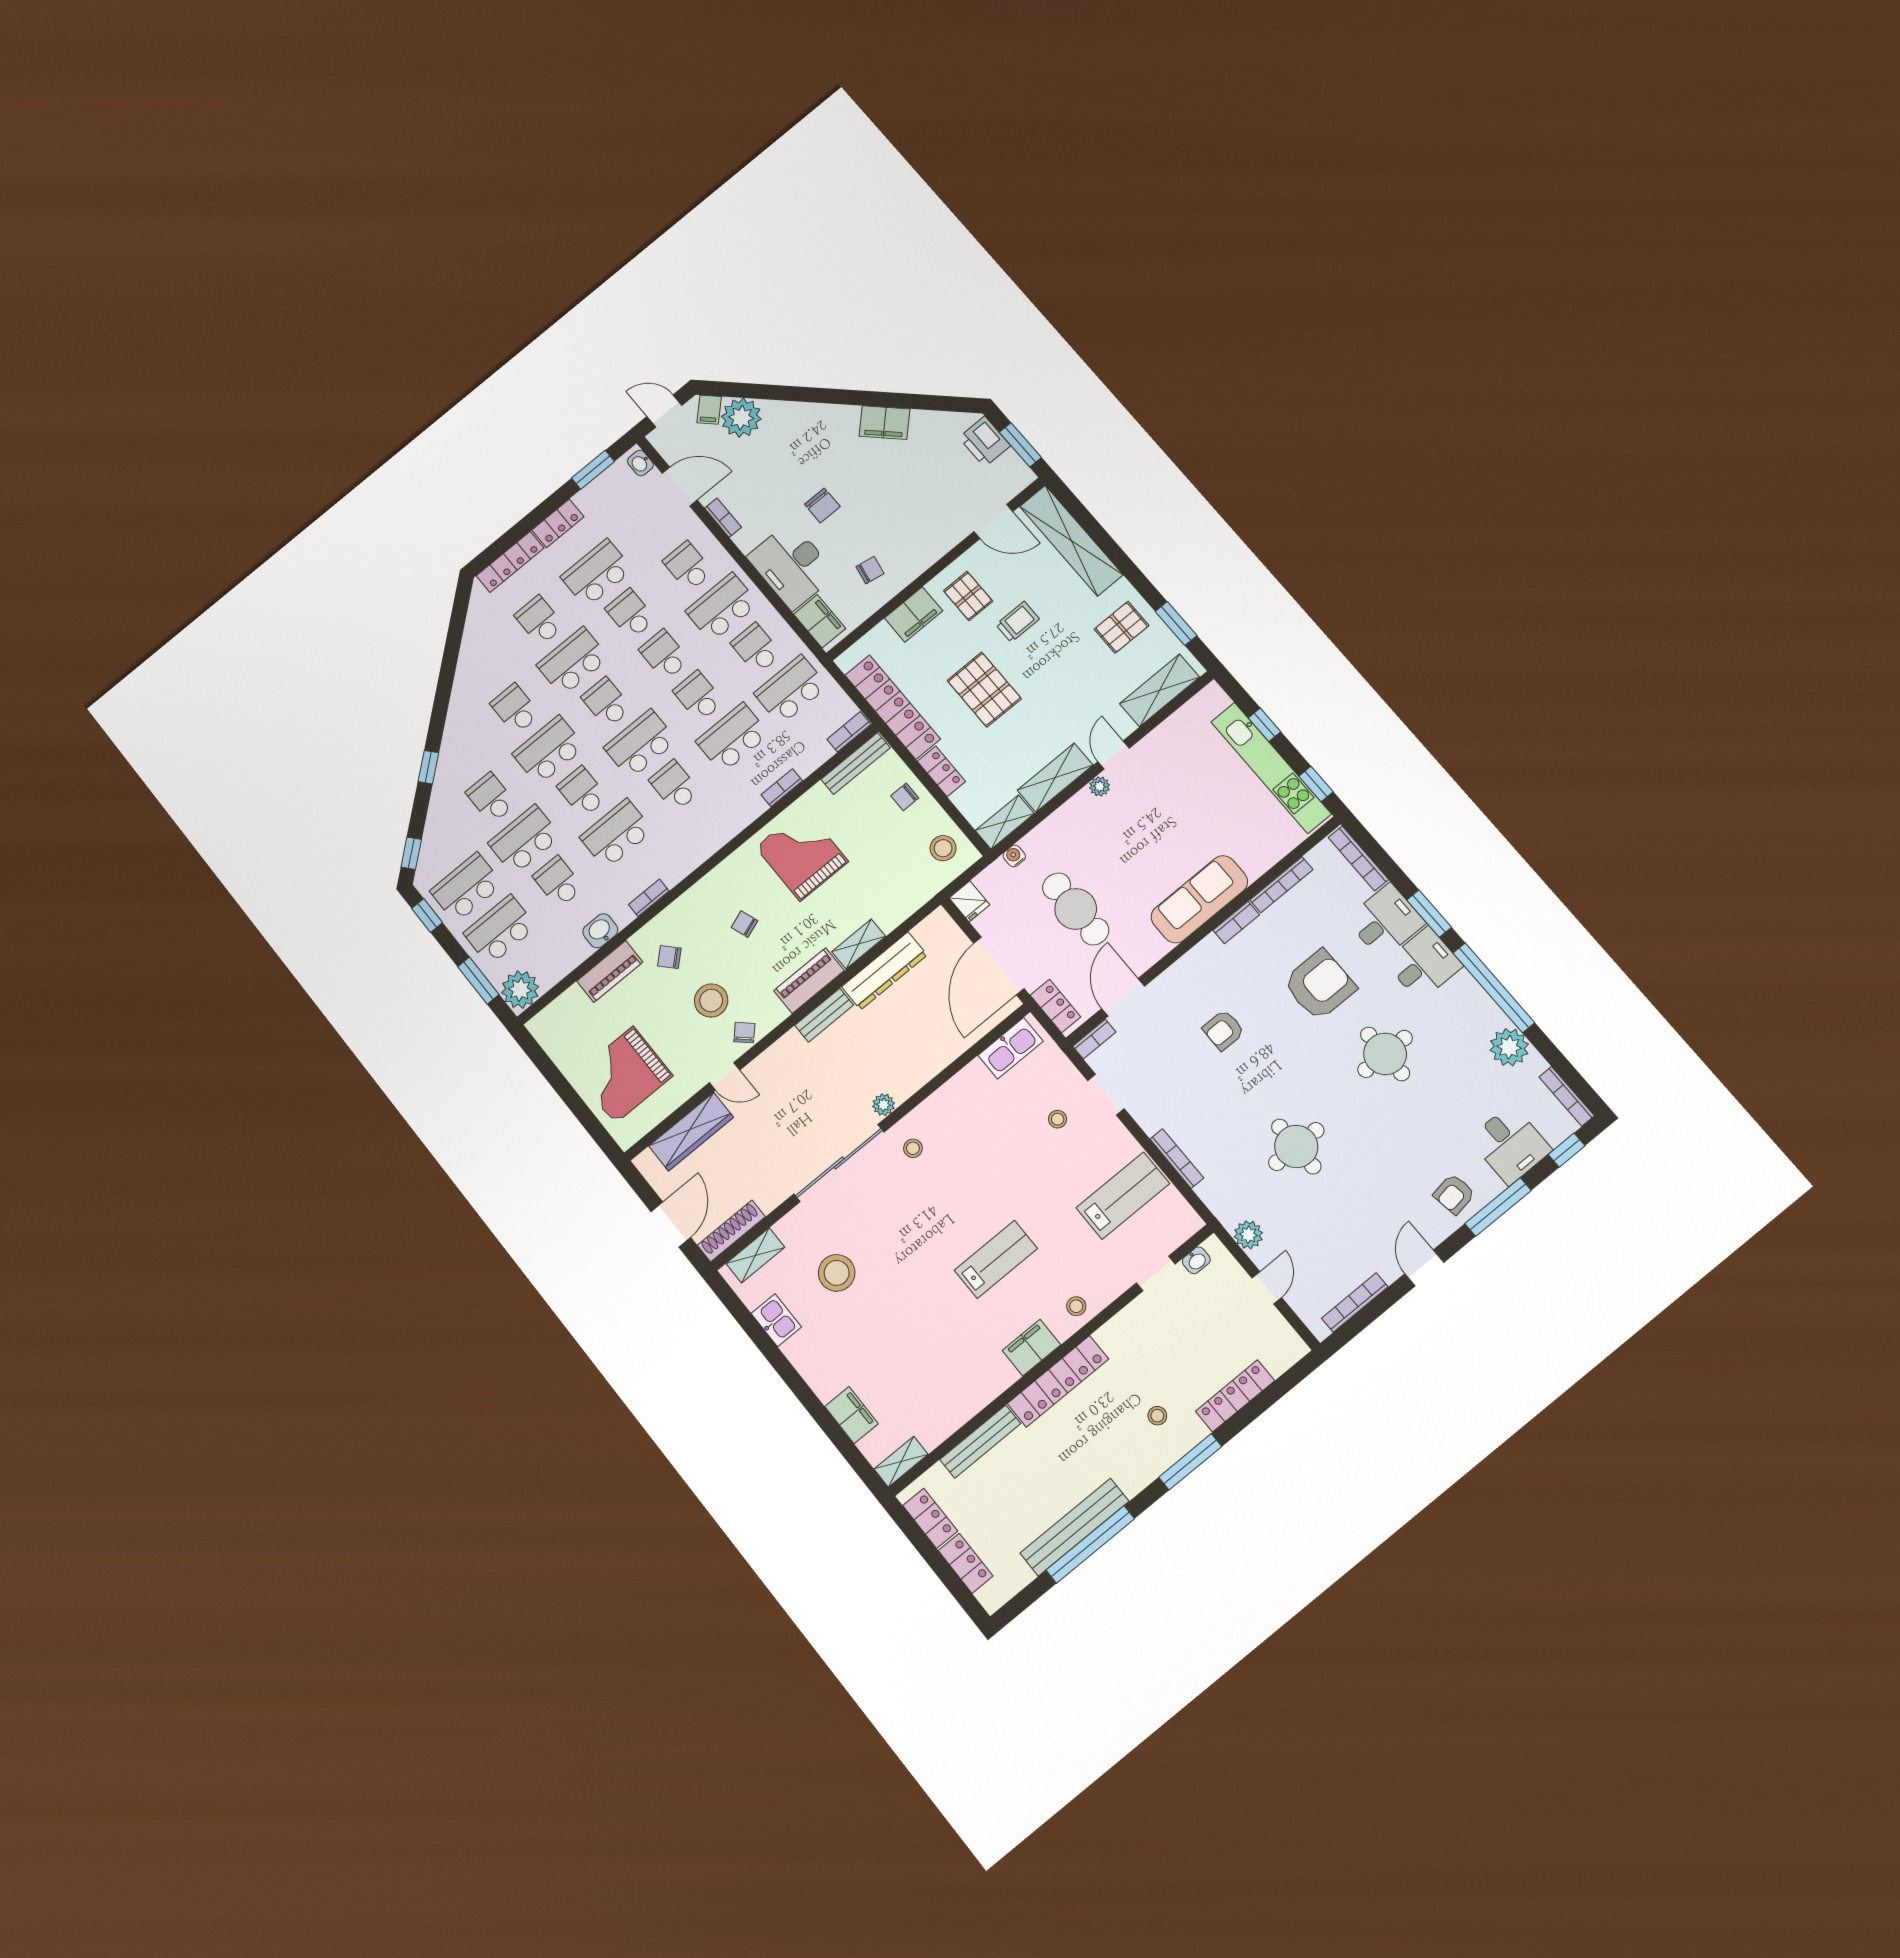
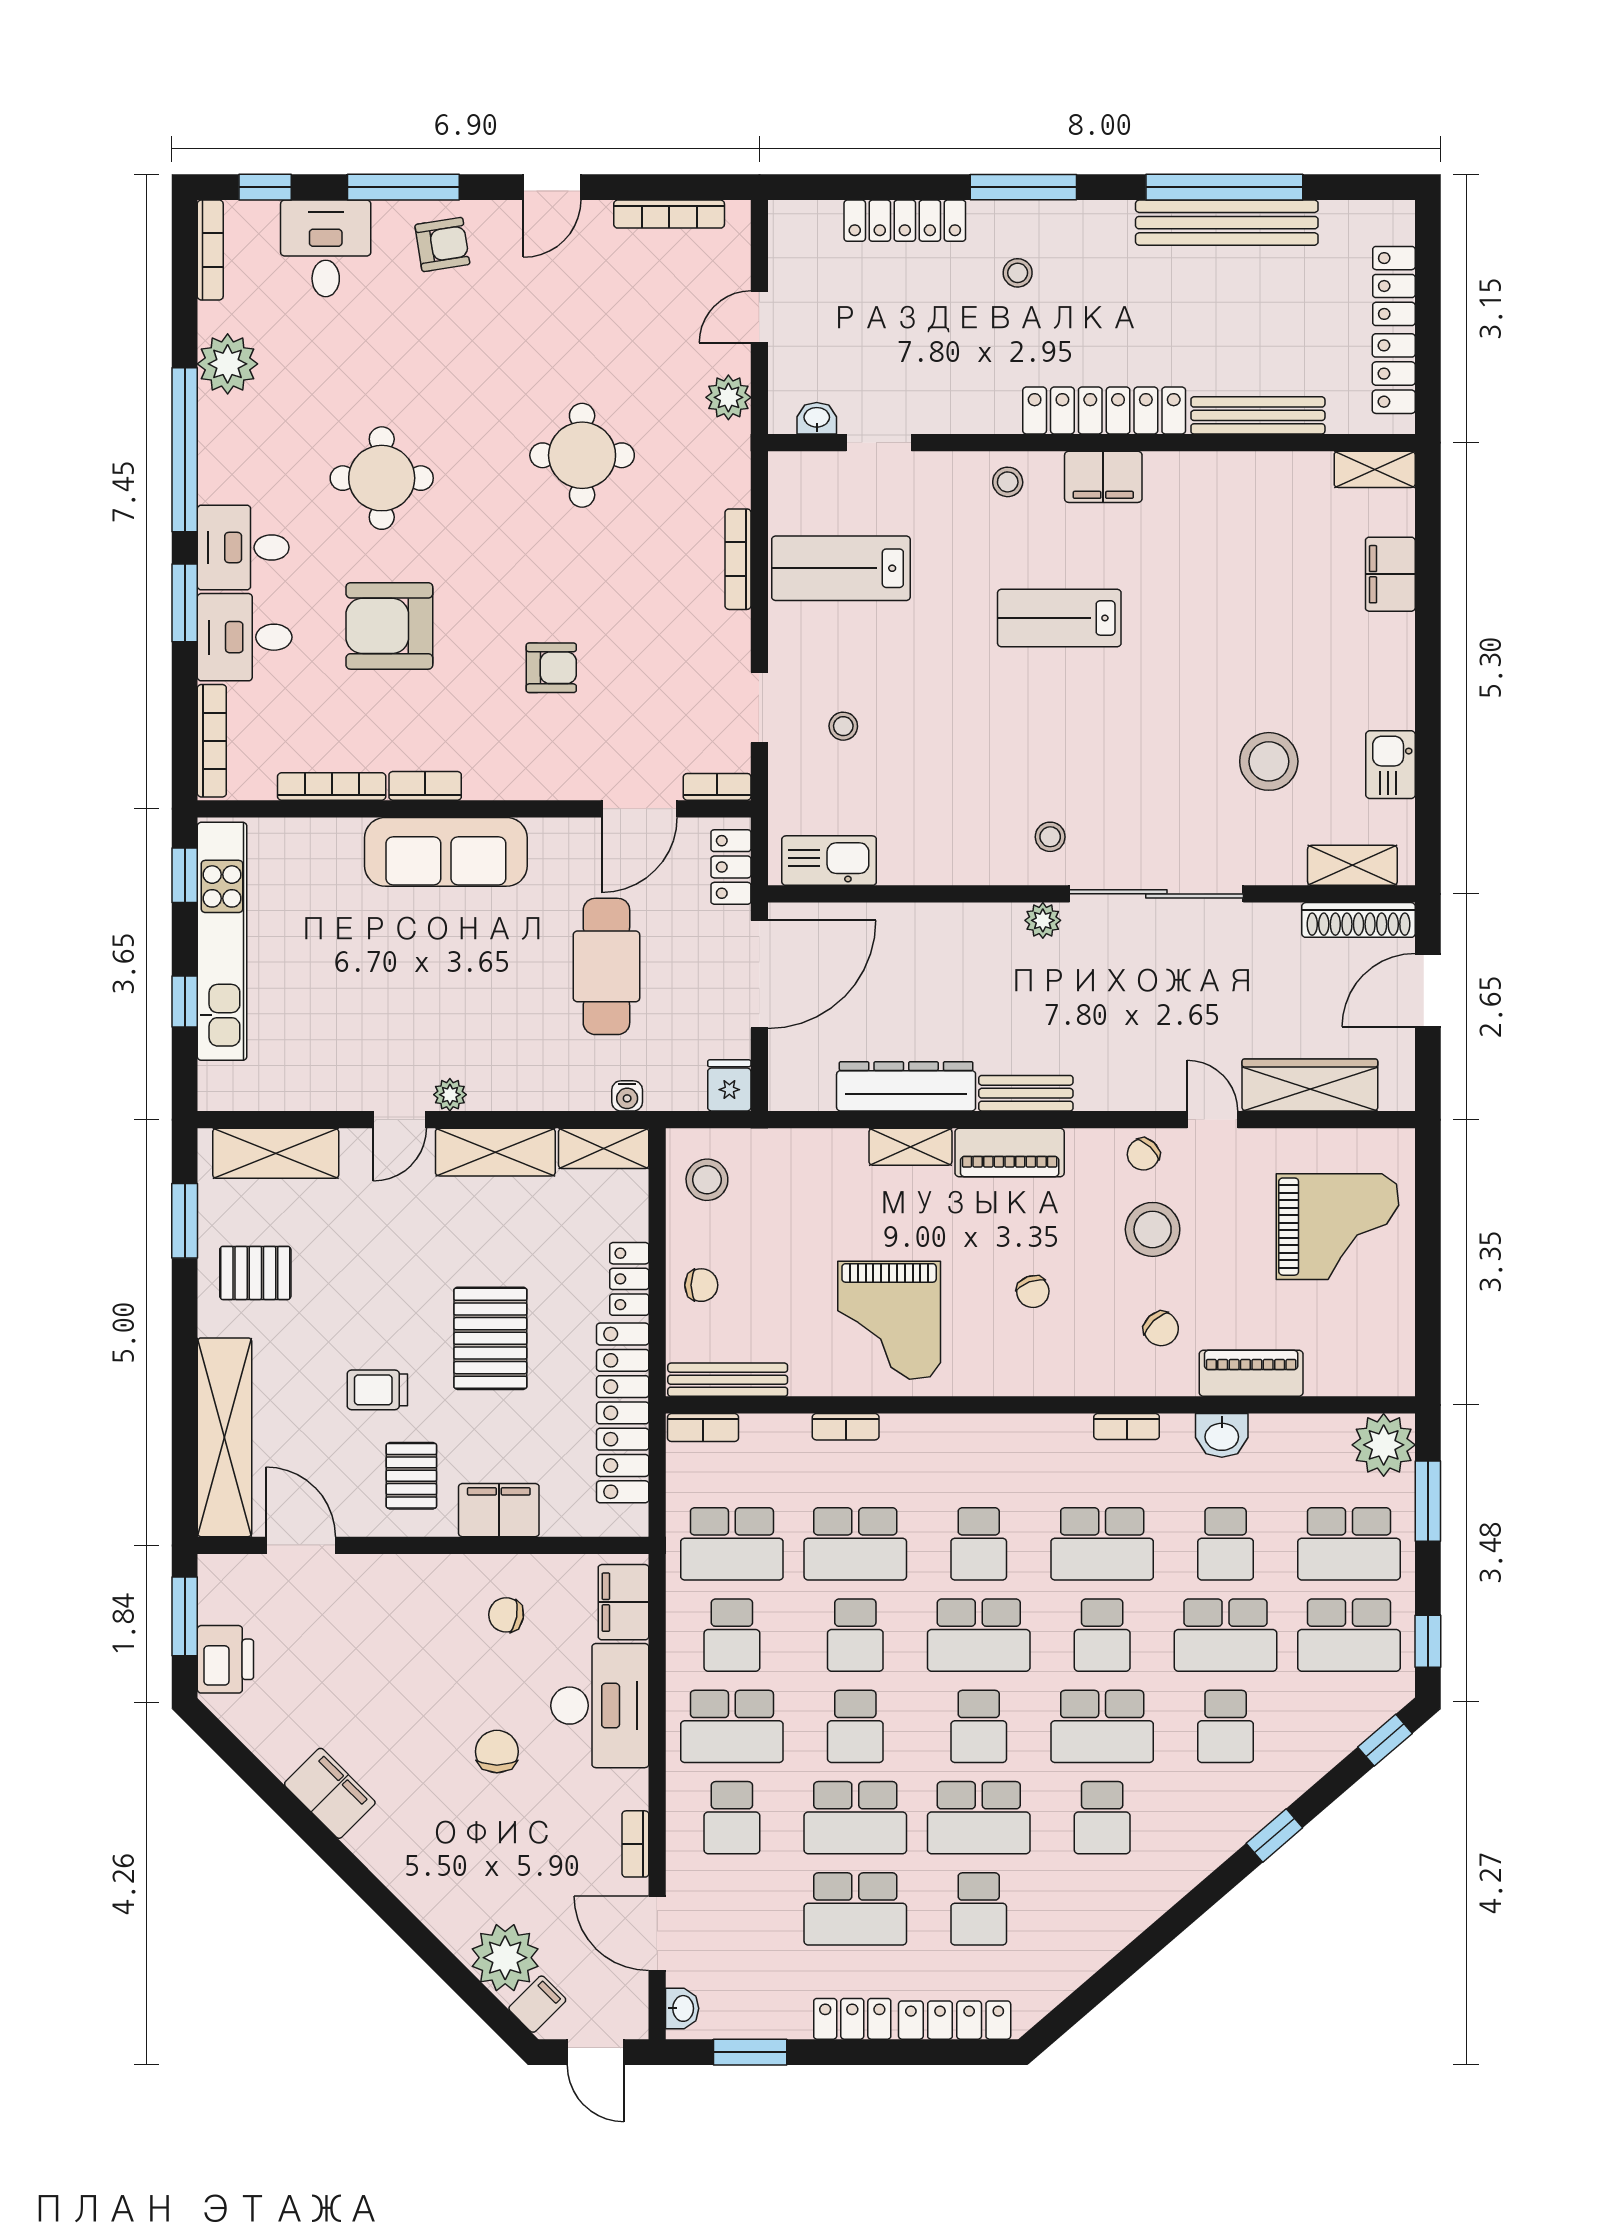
school desk: (630, 614) -> (855, 1818), width x1.85

